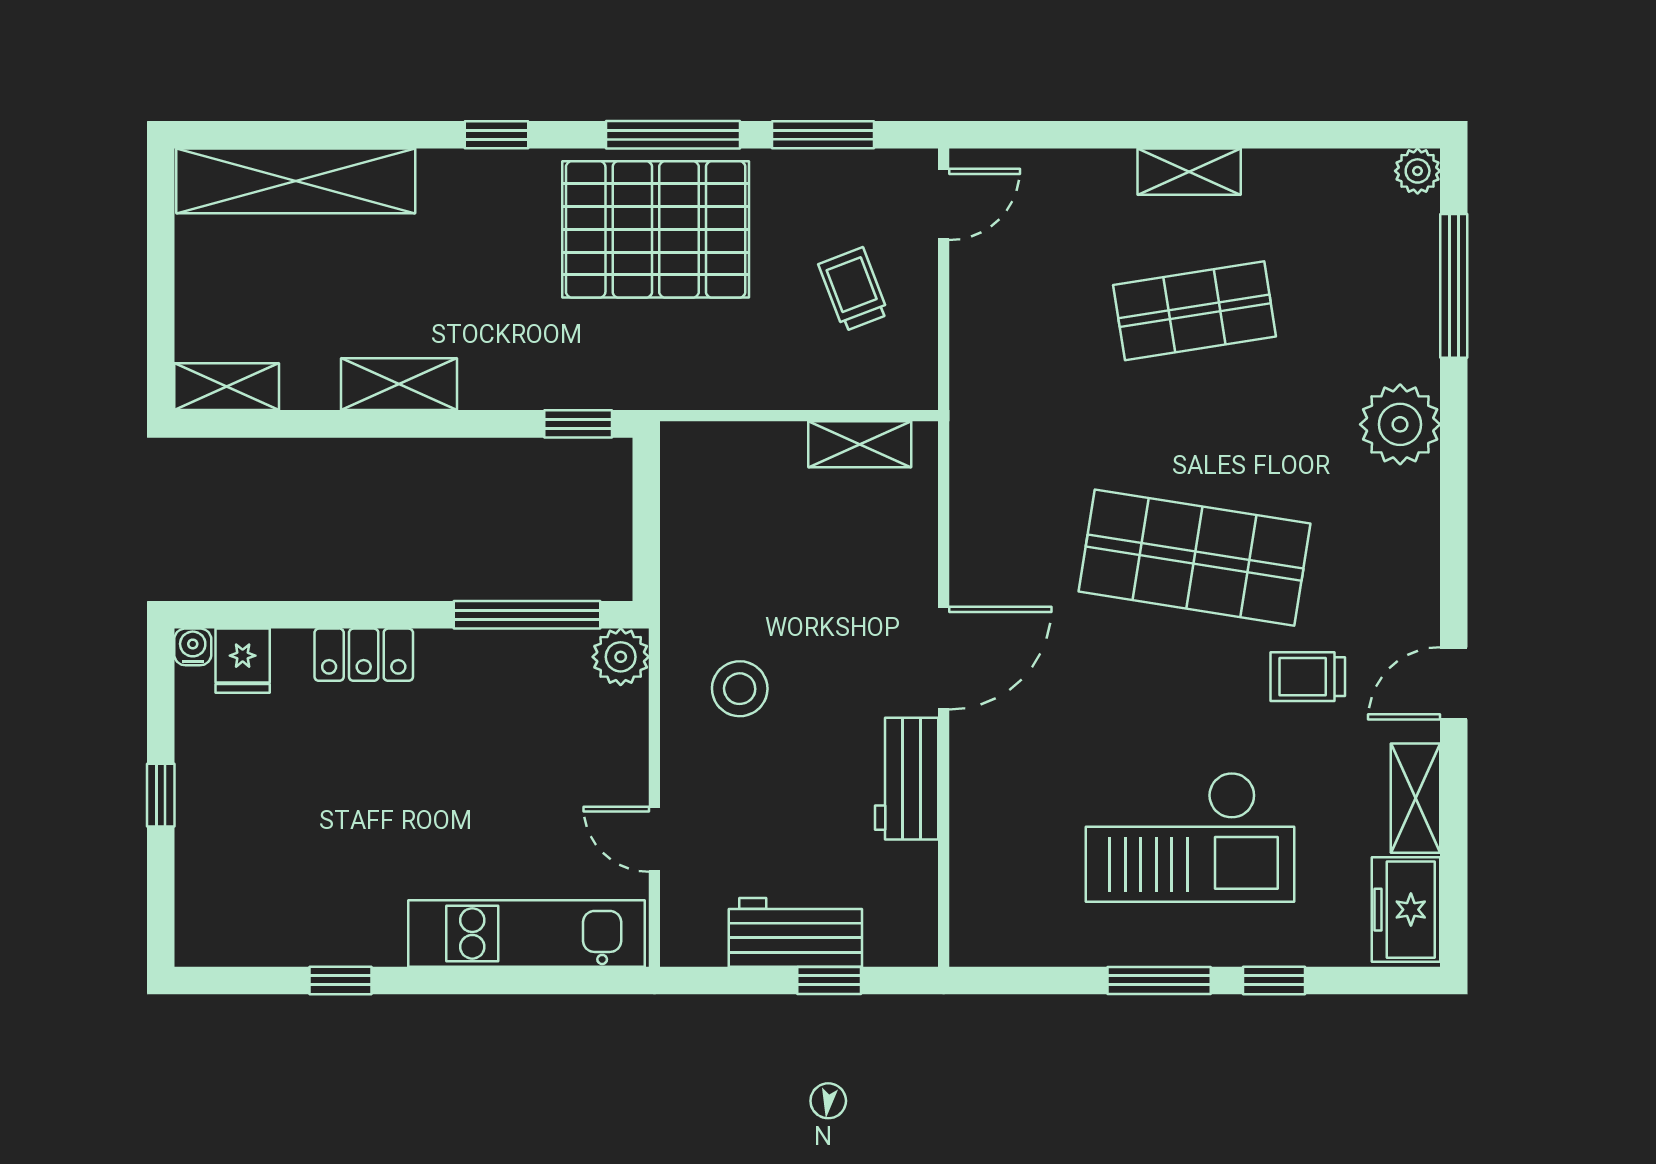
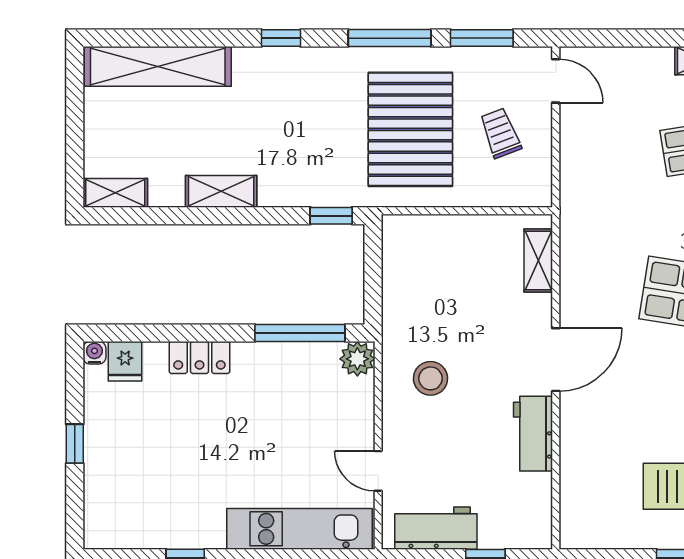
door: (944, 204) -> (556, 81), hinge flipped
pallet: (656, 229) -> (410, 129), moved, turned 90
shelving: (860, 444) -> (538, 261), moved, turned 90
workbench: (795, 932) -> (436, 528), moved

